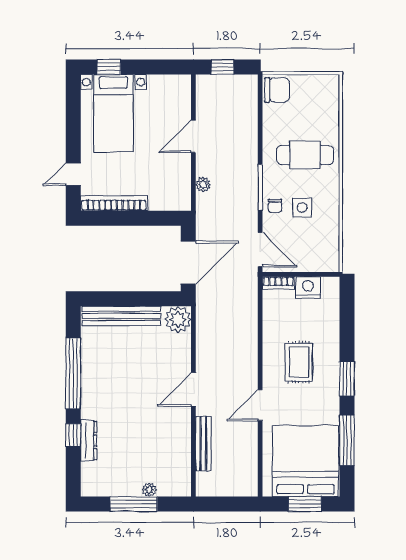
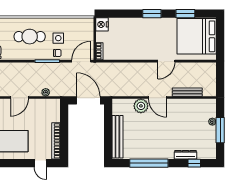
door: (193, 136) -> (19, 98), hinge flipped
cafe table: (305, 155) -> (30, 37), turned 90
nightstand: (308, 288) -> (102, 24), moved
plant: (178, 319) -> (141, 106), moved
rug: (299, 362) -> (143, 40), removed
door: (260, 405) -> (166, 61), hinge flipped
window: (73, 435) -> (194, 163), moved
window: (347, 440) -> (185, 14), width x0.69
window: (305, 504) -> (220, 37), removed

